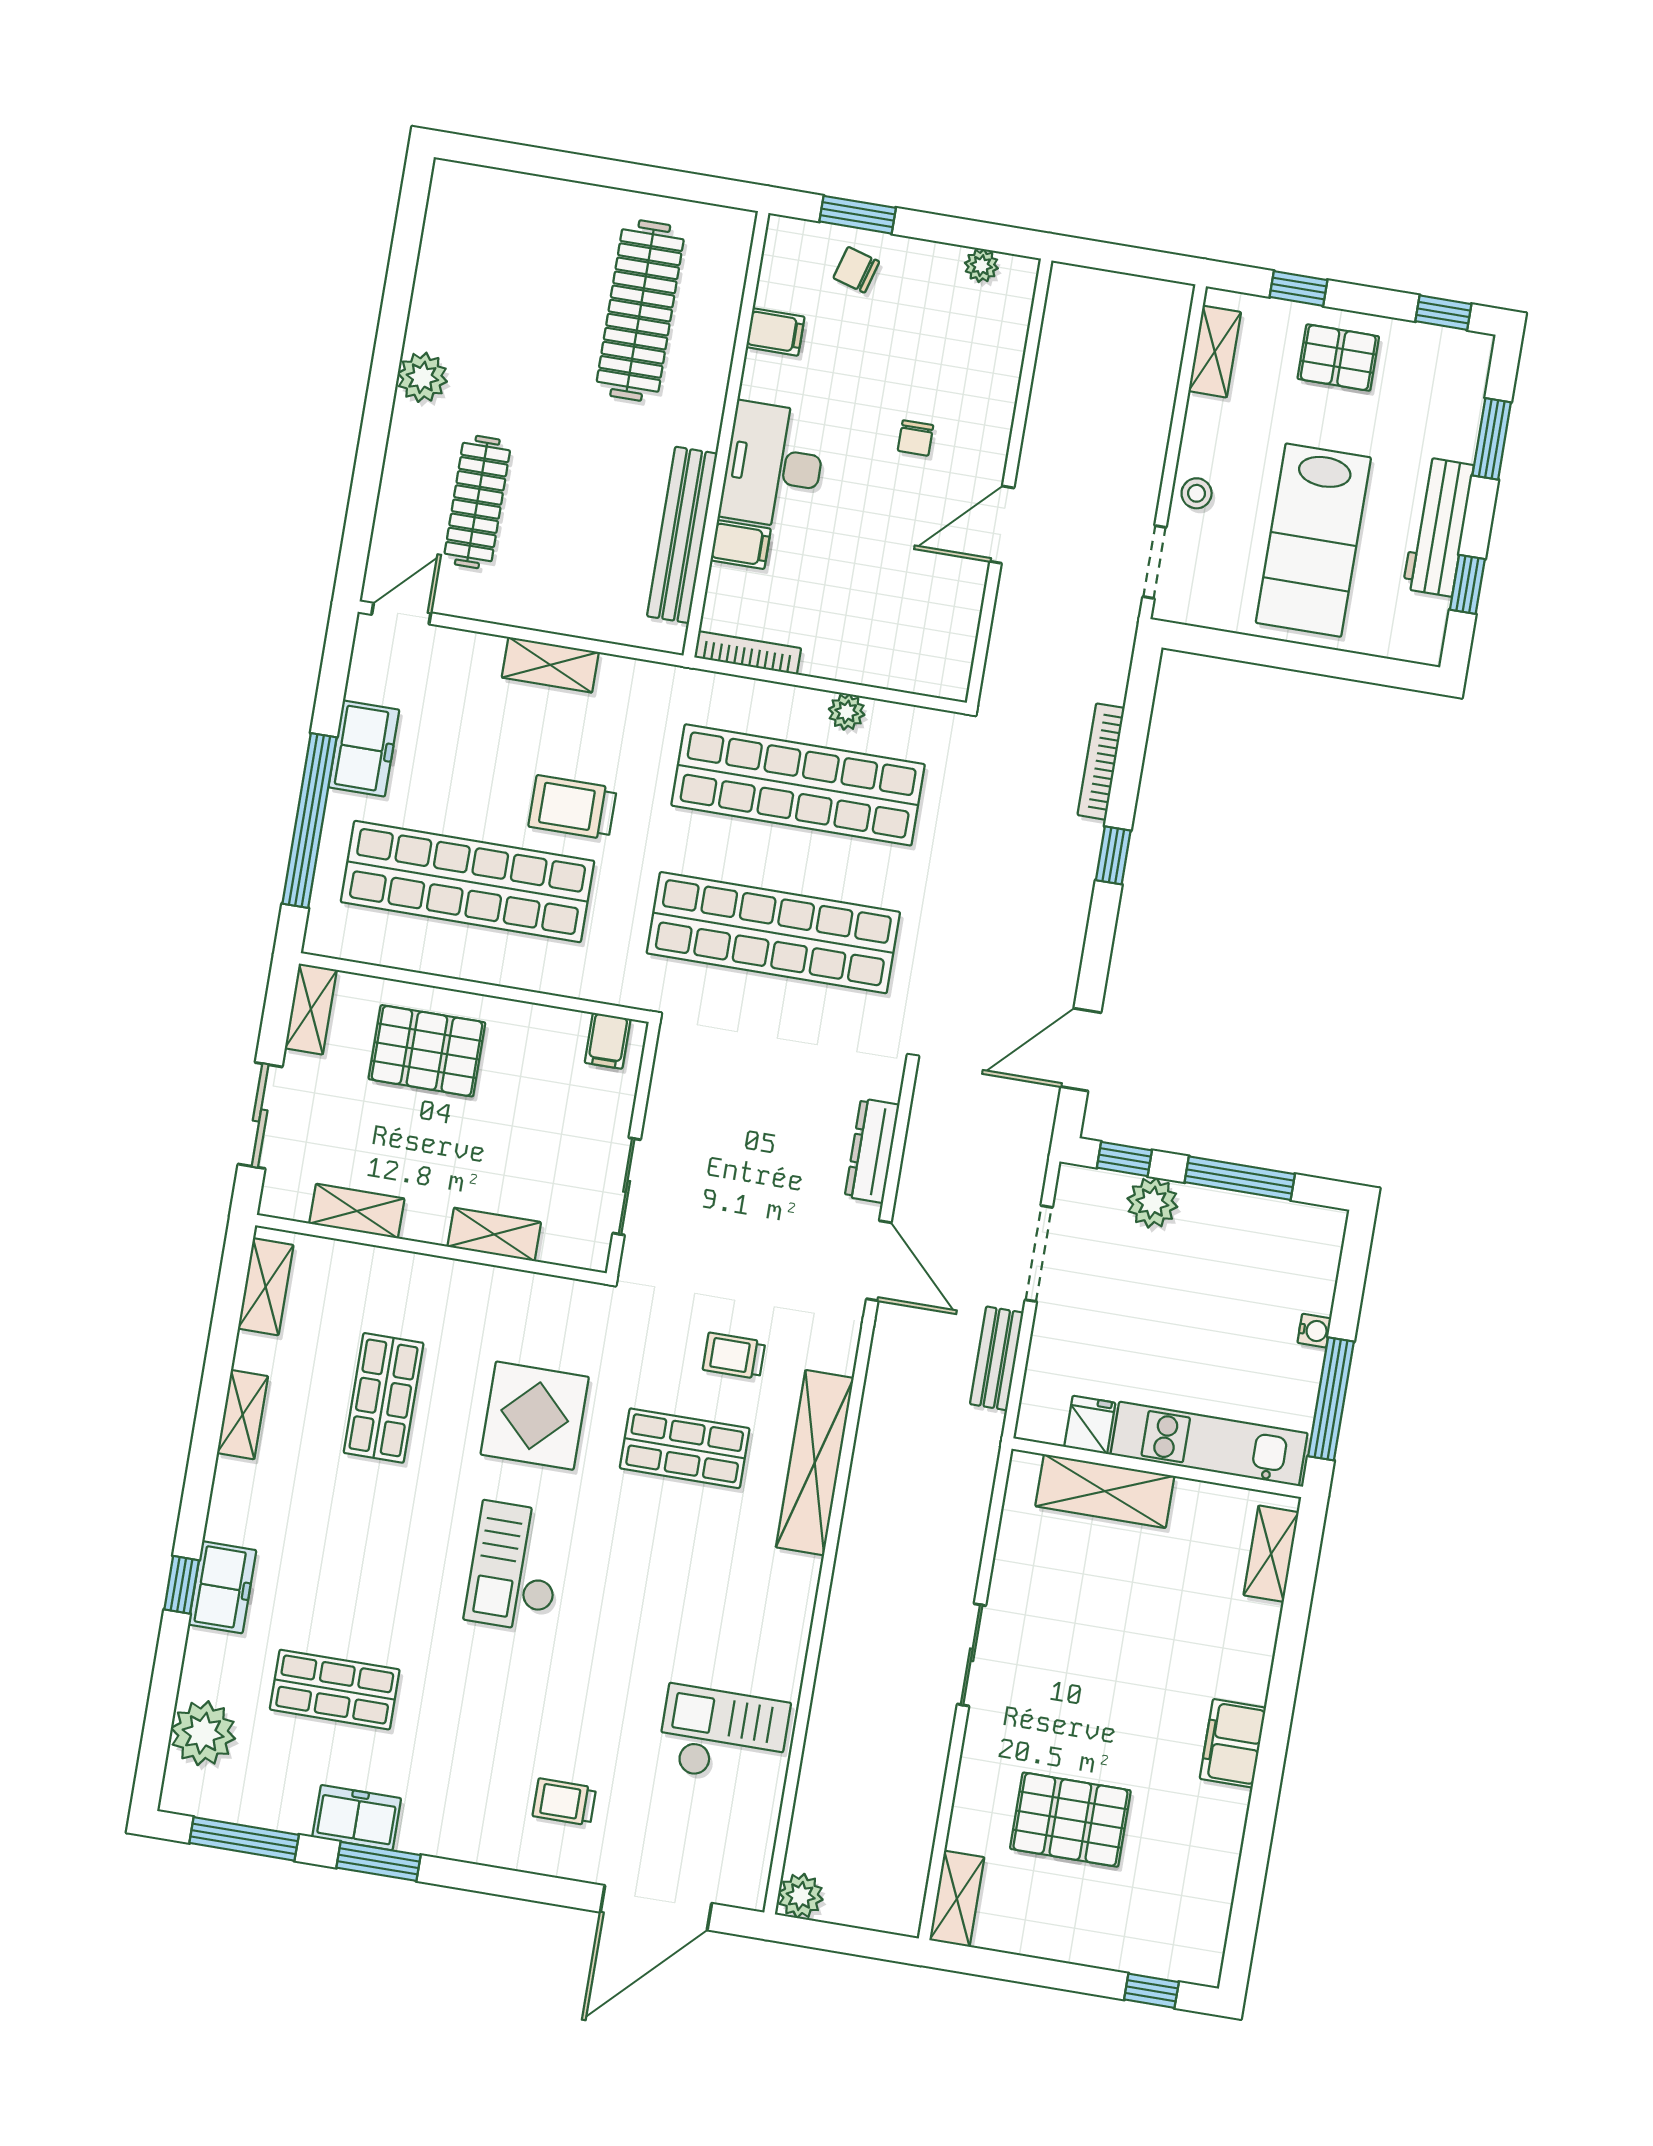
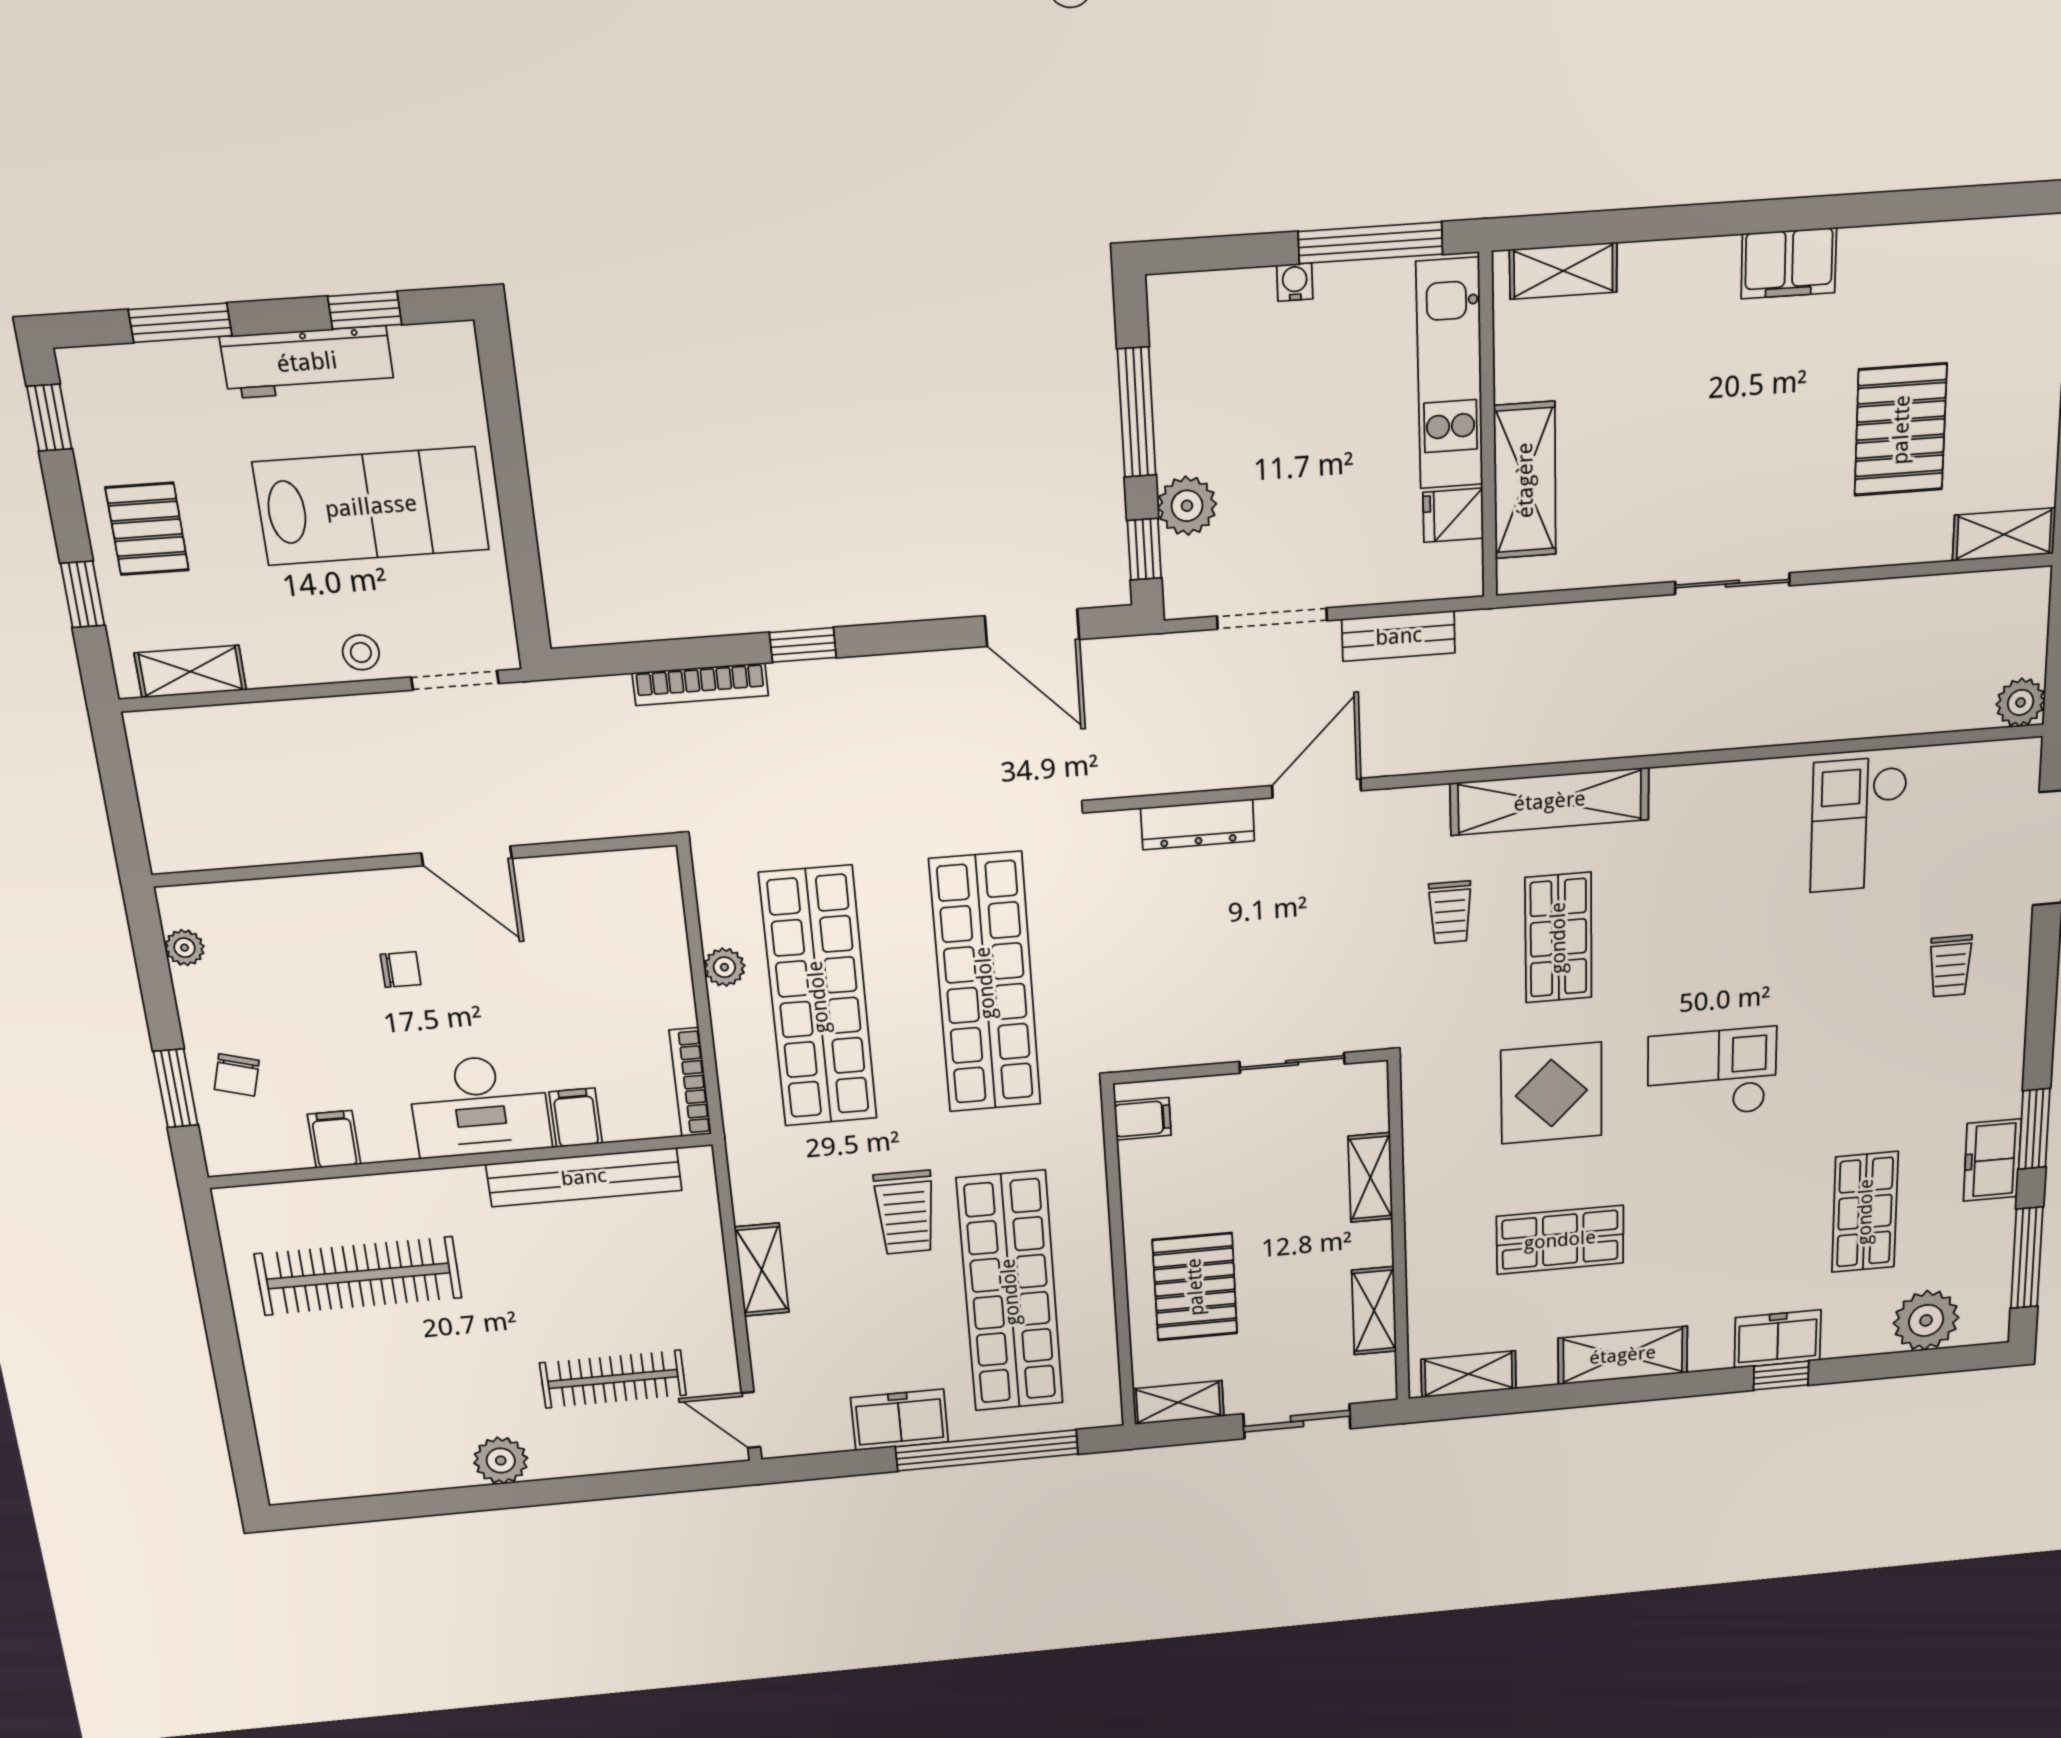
shelving: (243, 1415) -> (1623, 1355), width x1.50, depth x1.33
checkout: (515, 1567) -> (1712, 1074), turned 180

